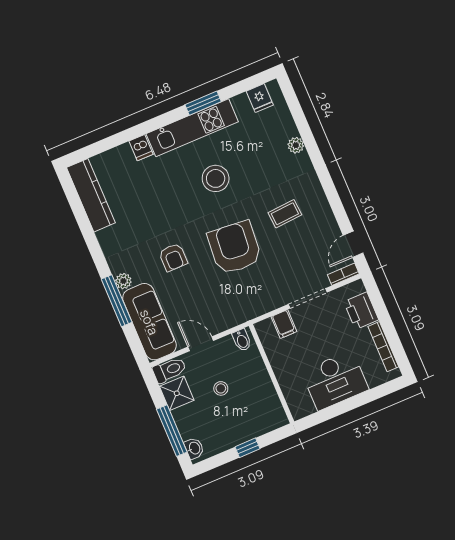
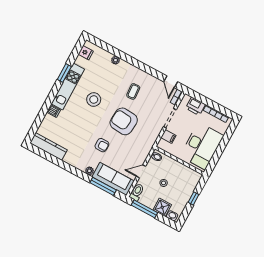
window: (117, 301) -> (103, 186), moved
desk: (335, 380) -> (202, 146), width x1.36, depth x1.30
shower: (177, 393) -> (162, 207), moved
window: (172, 431) -> (144, 209), moved

